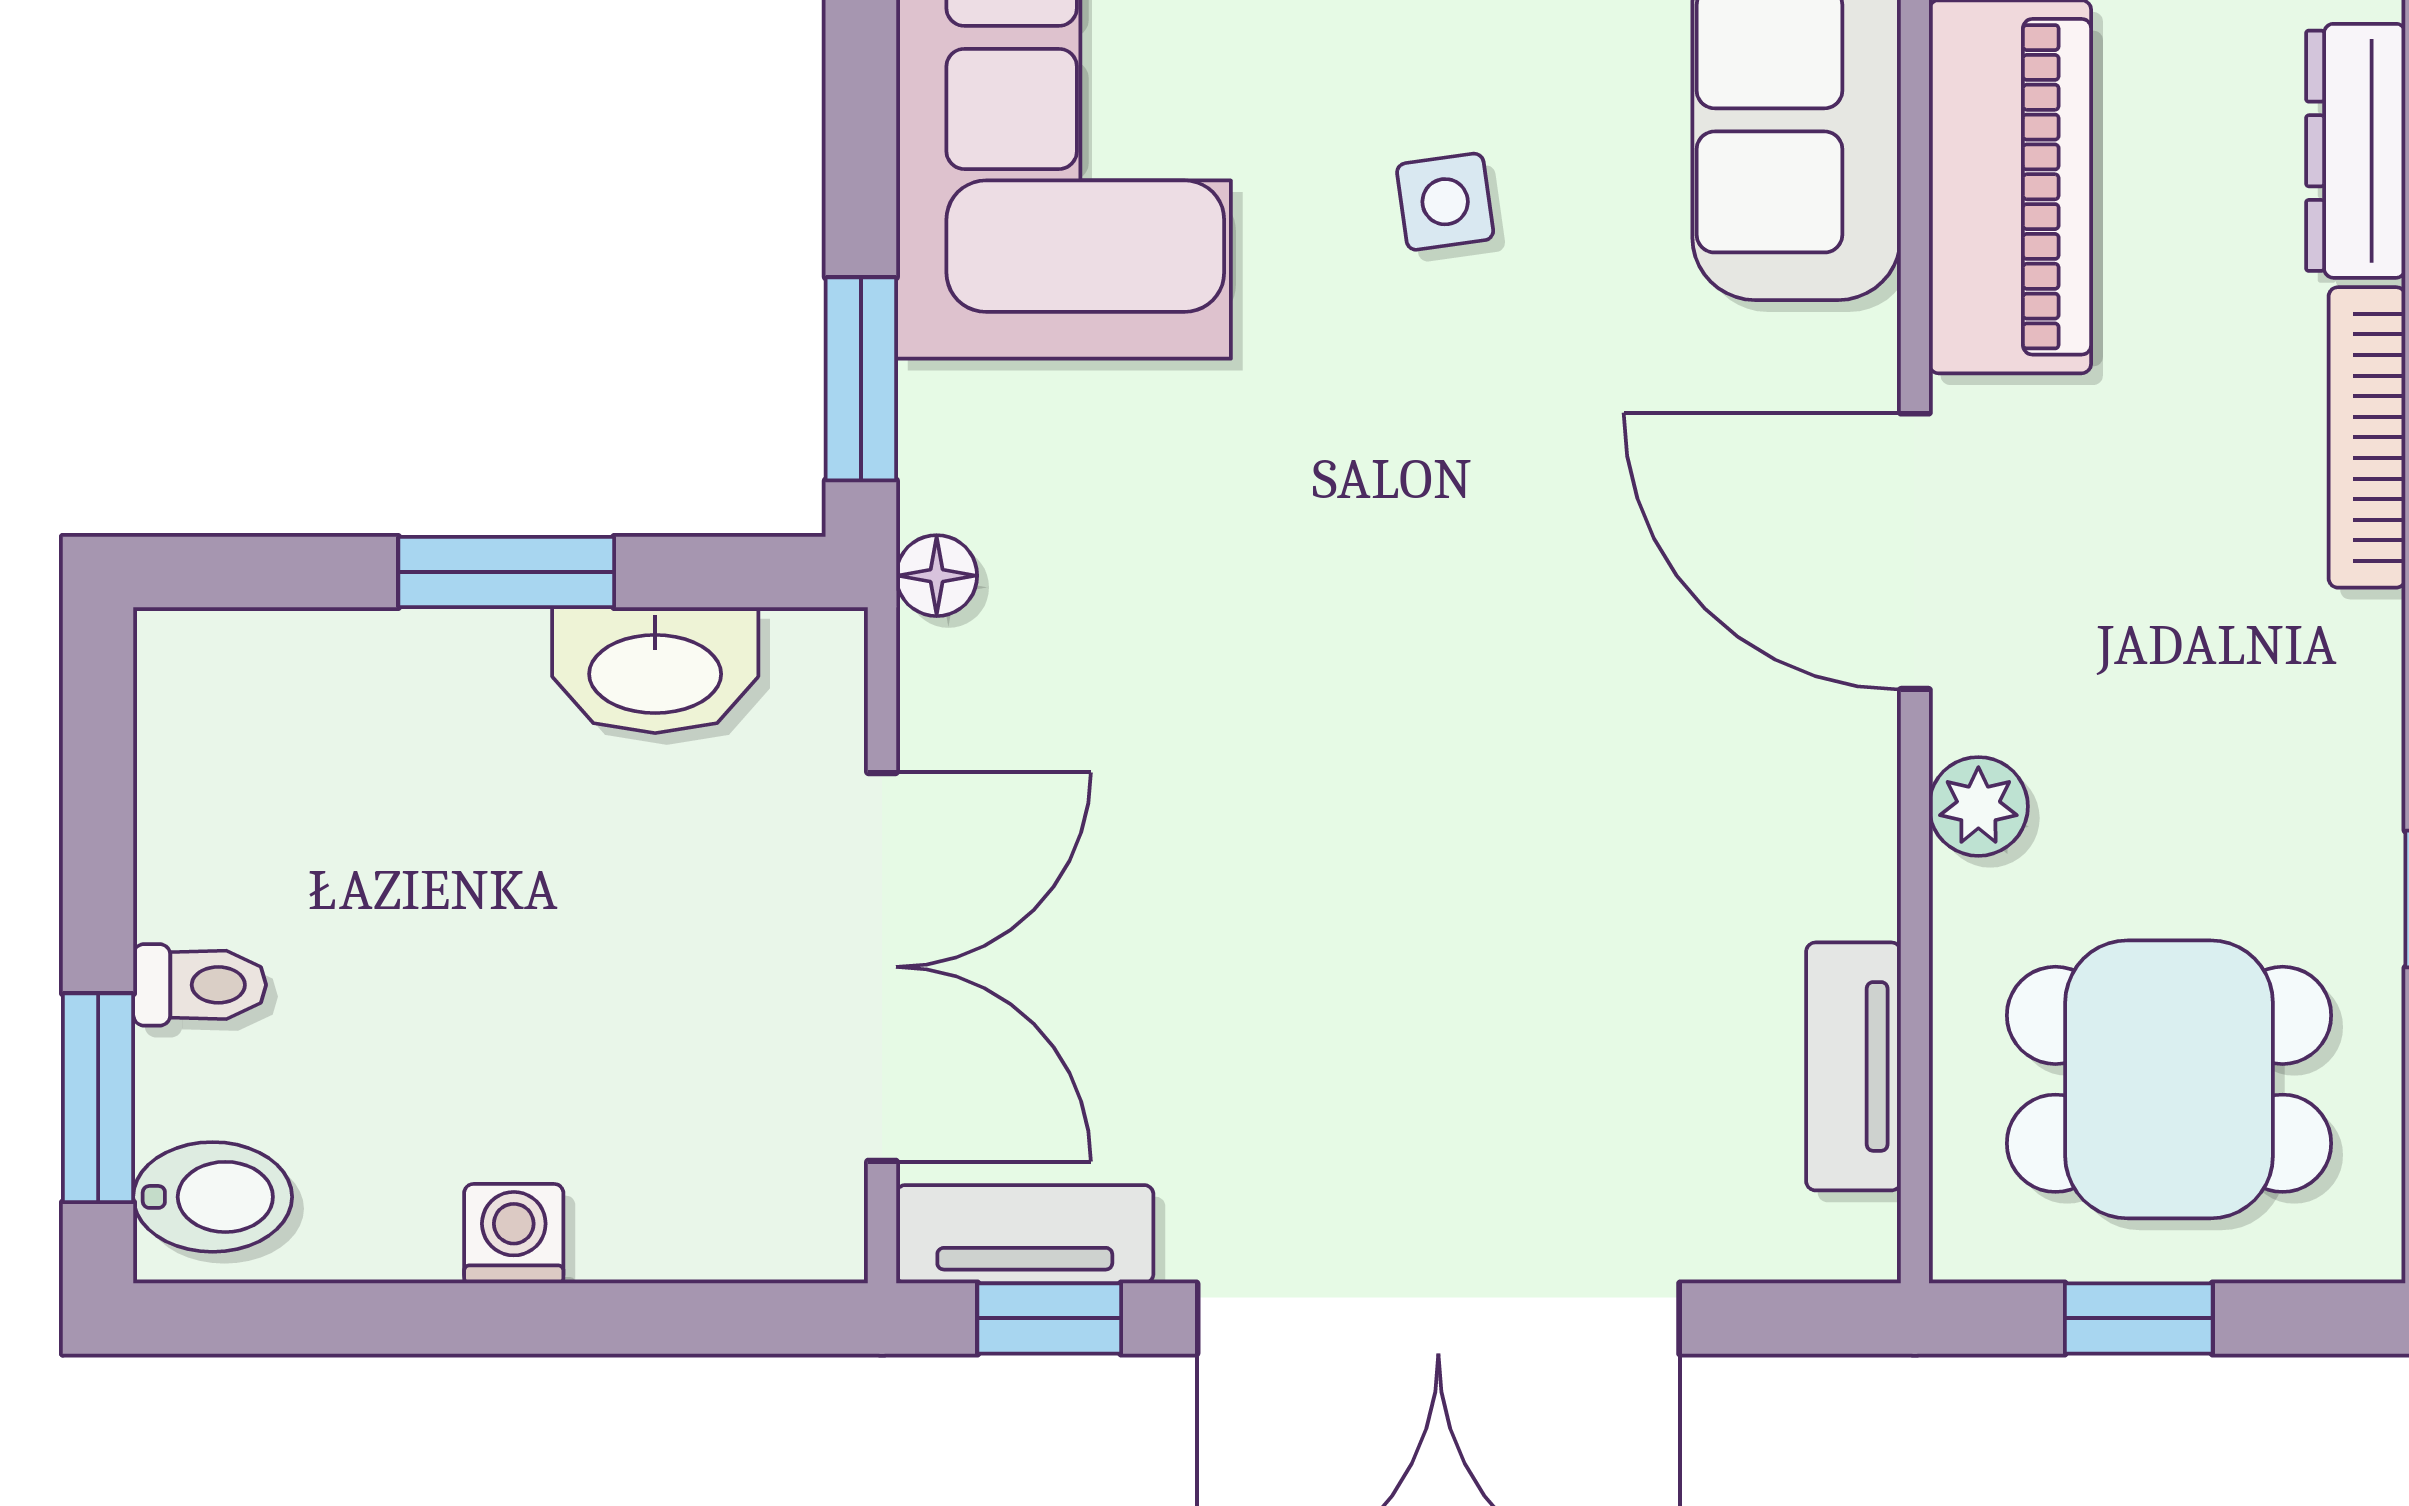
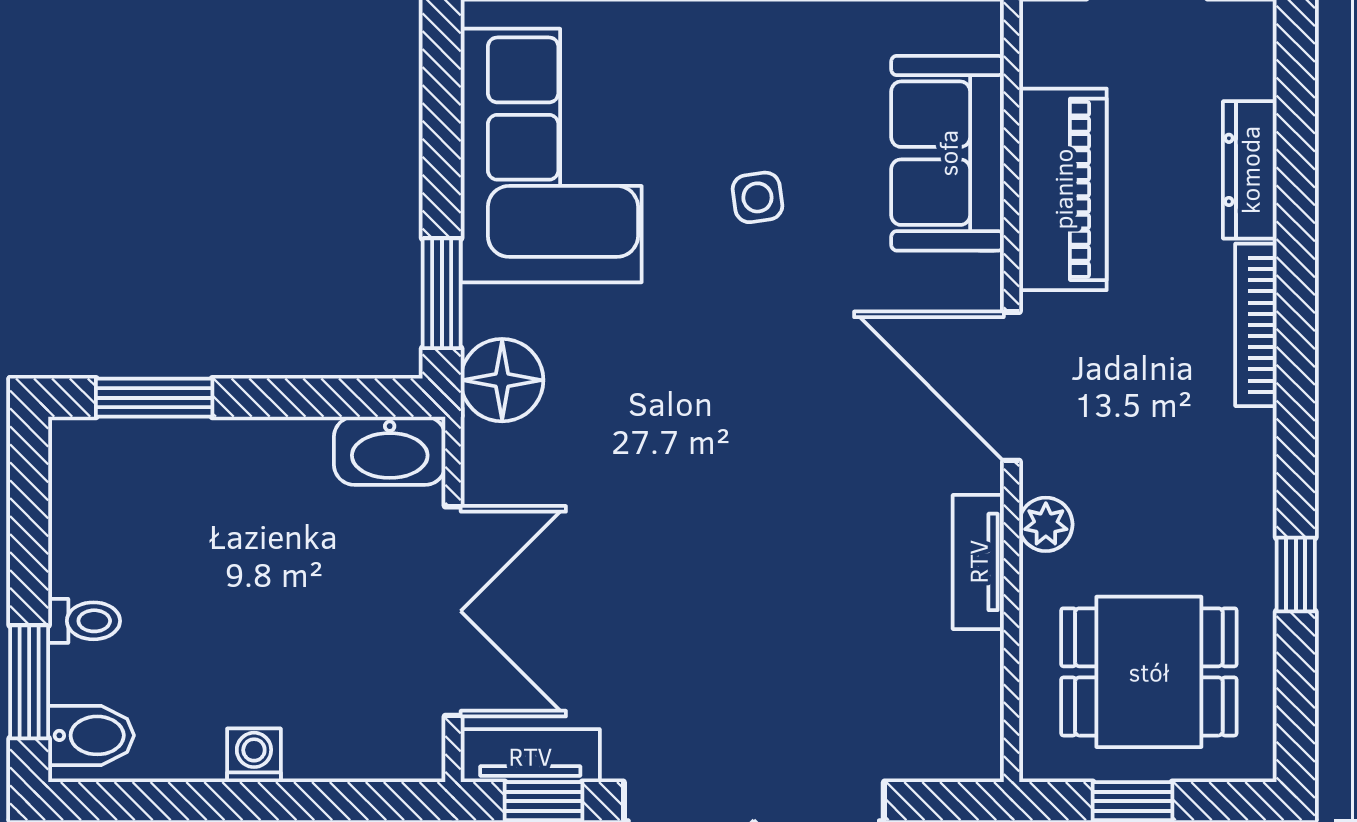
window: (506, 572) -> (154, 398), moved
floor lamp: (937, 576) -> (502, 380), width x1.89, depth x1.89
washbasin: (655, 670) -> (390, 451), moved
tv unit: (1853, 1066) -> (978, 562), moved

